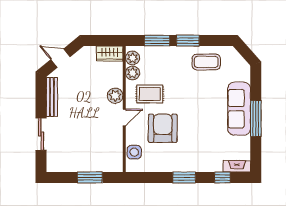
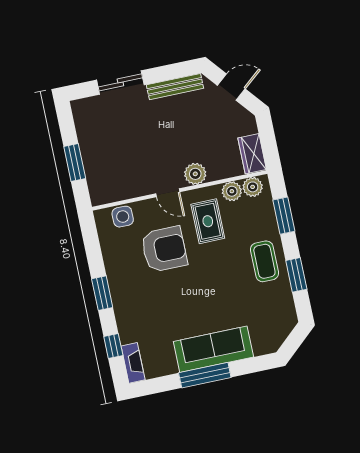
window: (188, 41) -> (296, 275), moved
door: (61, 58) -> (231, 87), hinge flipped
coffee table: (206, 62) -> (264, 261), moved

